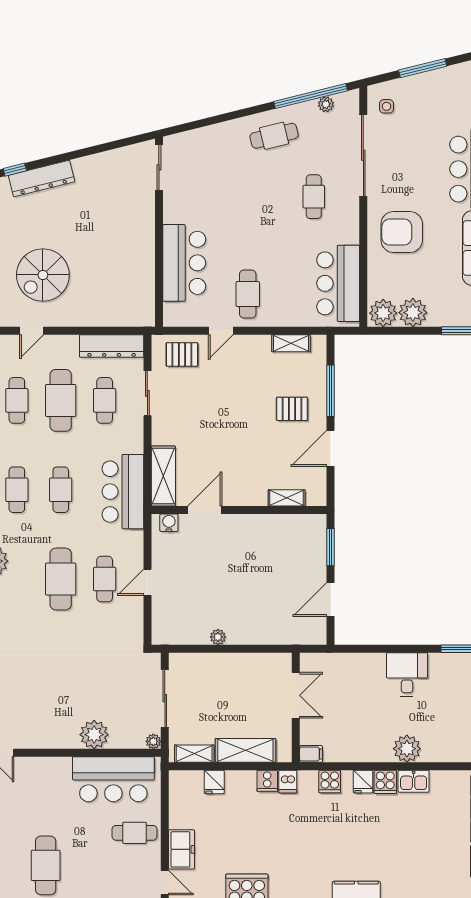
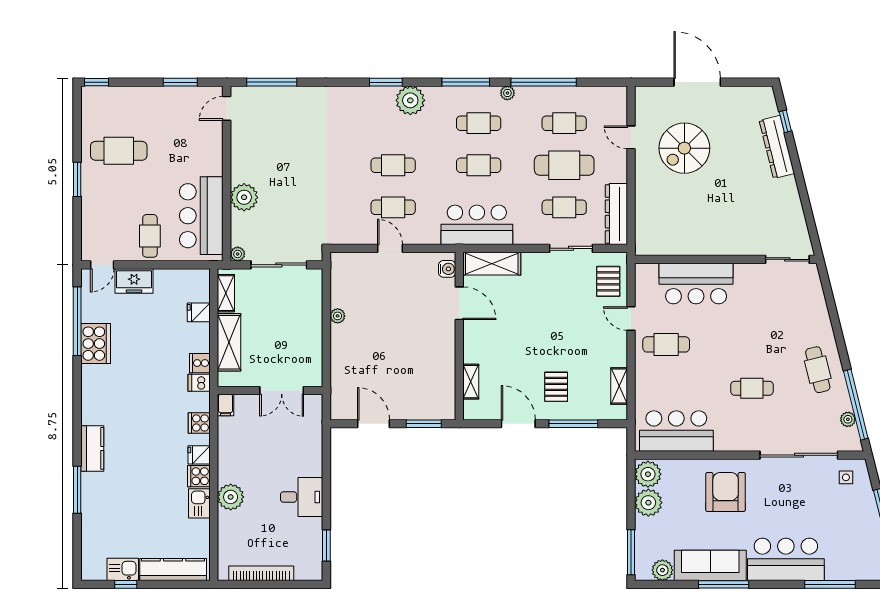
cafe table: (314, 197) -> (752, 388), moved
spiral stairs: (43, 275) -> (684, 148), turned -90
cafe table: (61, 579) -> (393, 165), width x0.73, depth x0.74

